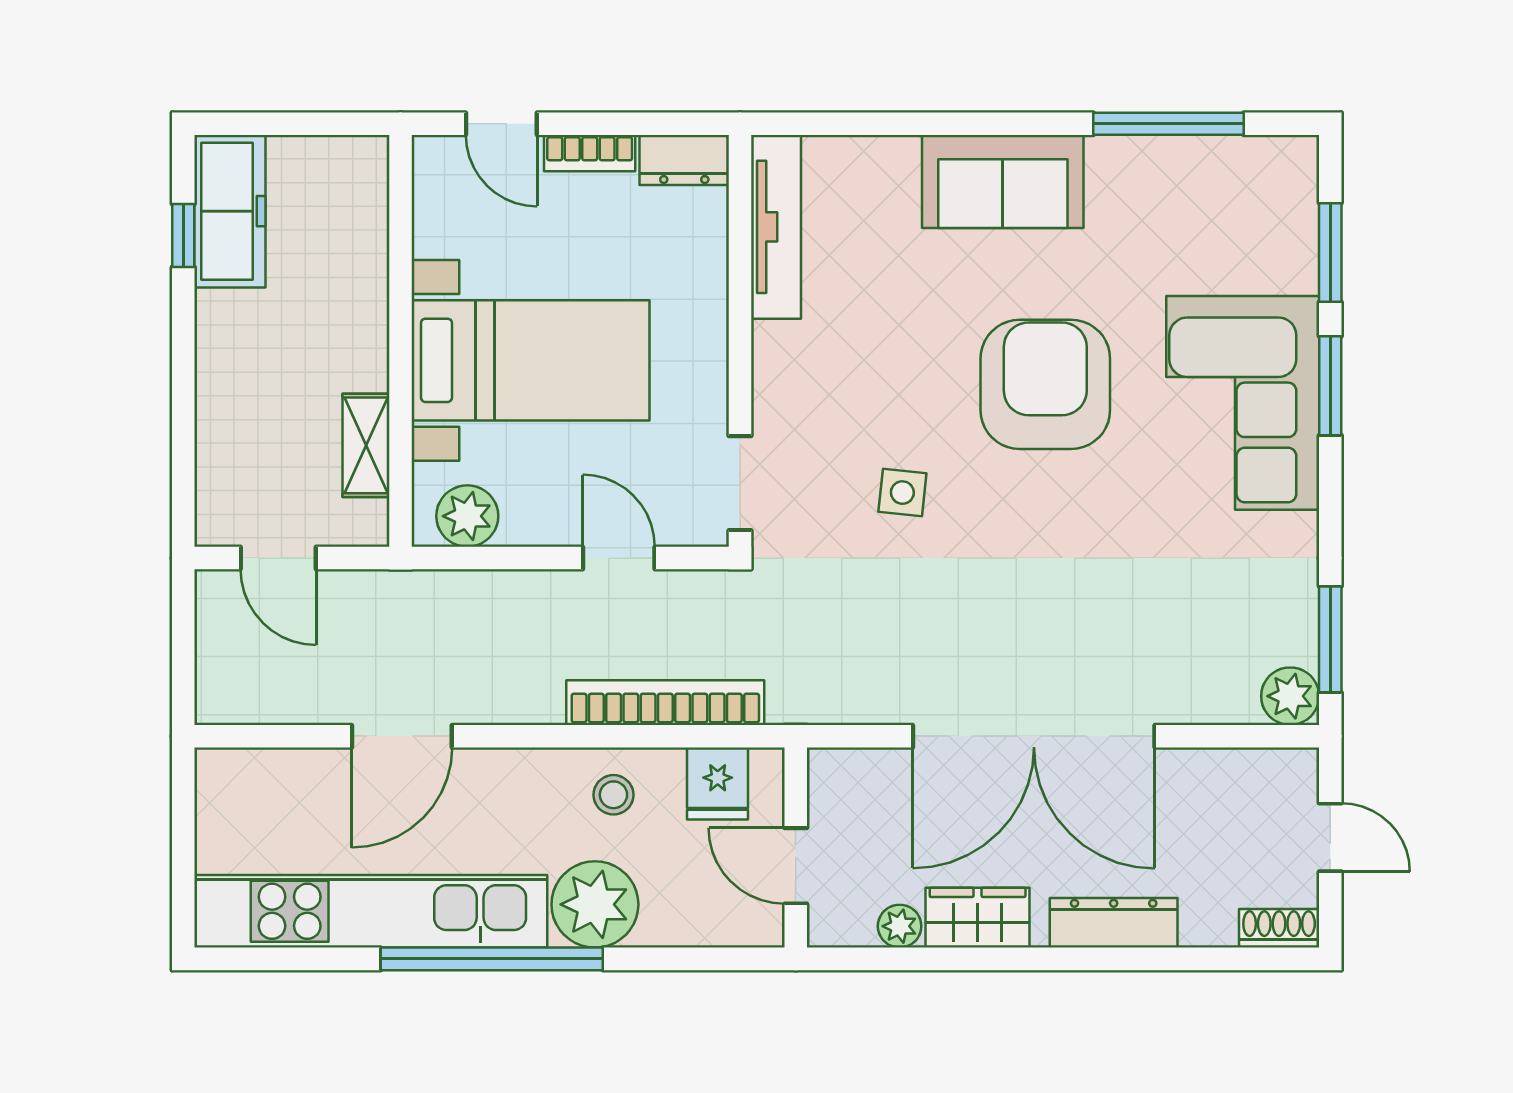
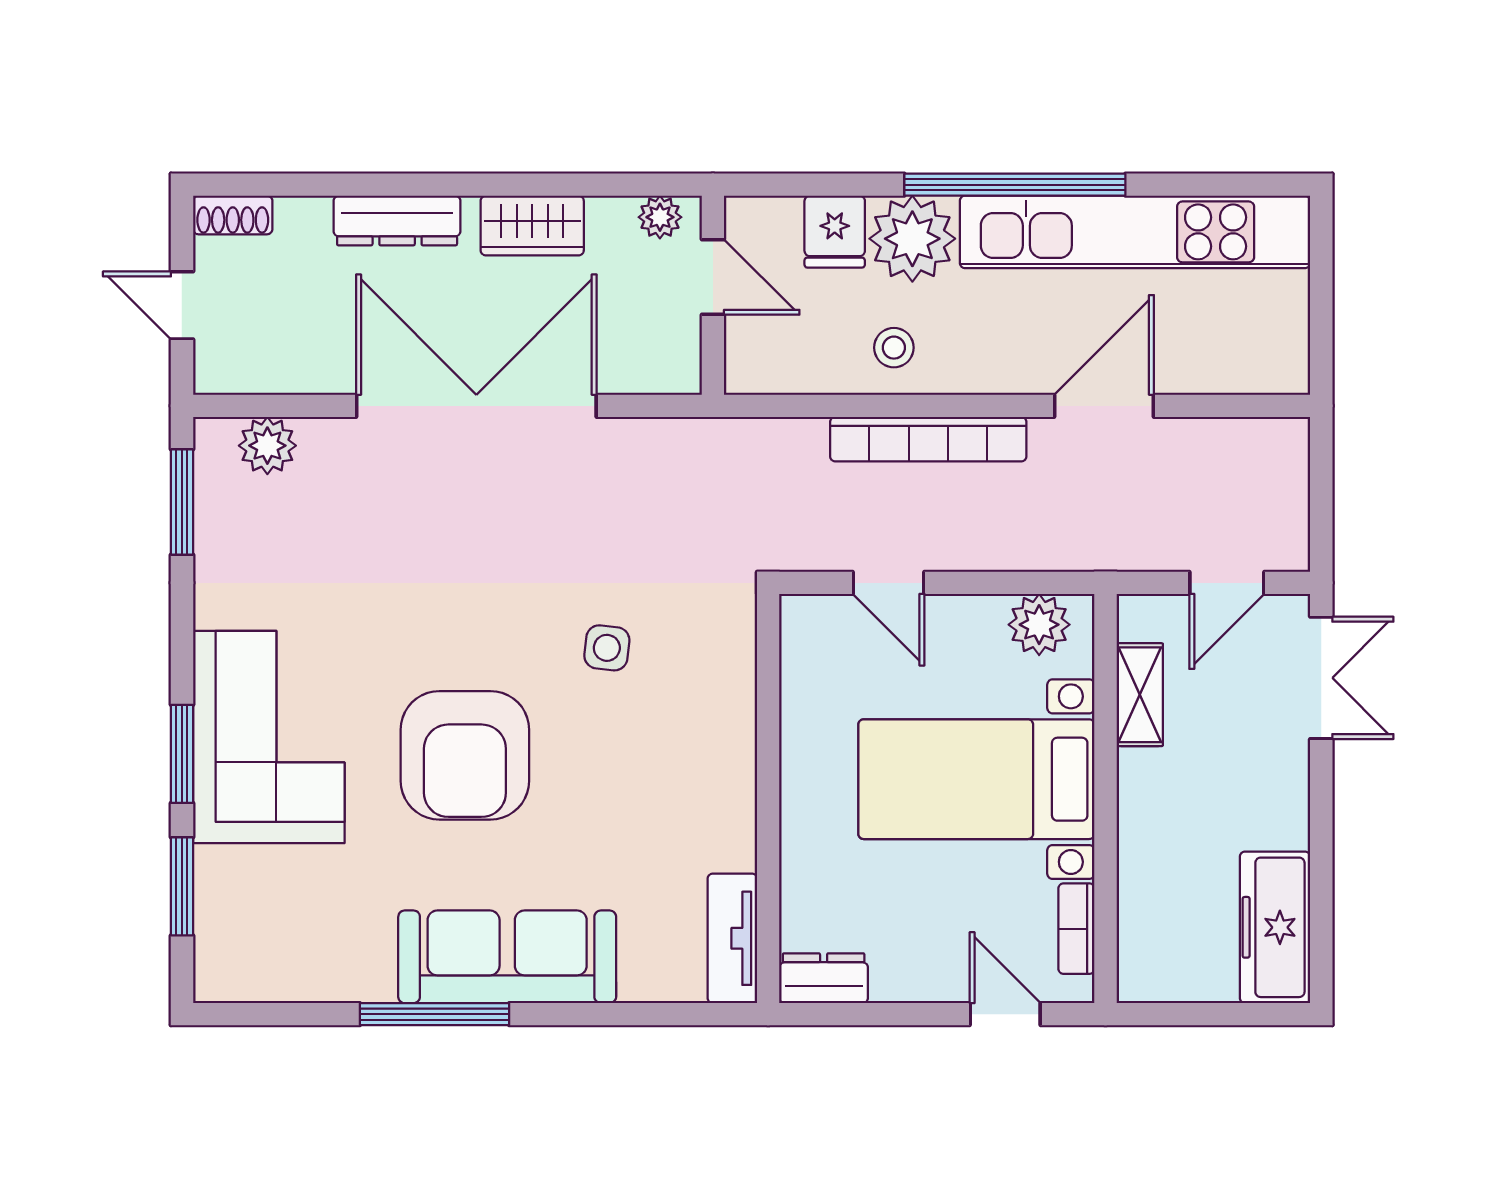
window: (1168, 124) -> (435, 1014), moved
bookcase: (590, 153) -> (1076, 929), moved, turned -90
sofa: (1003, 182) -> (507, 957), width x1.36
tv unit: (776, 227) -> (732, 938), width x0.71
window: (183, 236) -> (1321, 903), removed
double door: (183, 462) -> (1321, 678), added
doorway: (740, 483) -> (768, 657), removed
door: (278, 558) -> (1227, 583), swing flipped
plant: (1290, 696) -> (267, 446), moved
bookcase: (665, 703) -> (928, 439), moved
fridge: (718, 784) -> (835, 232), moved, turned 180
plant: (900, 926) -> (660, 217), moved

